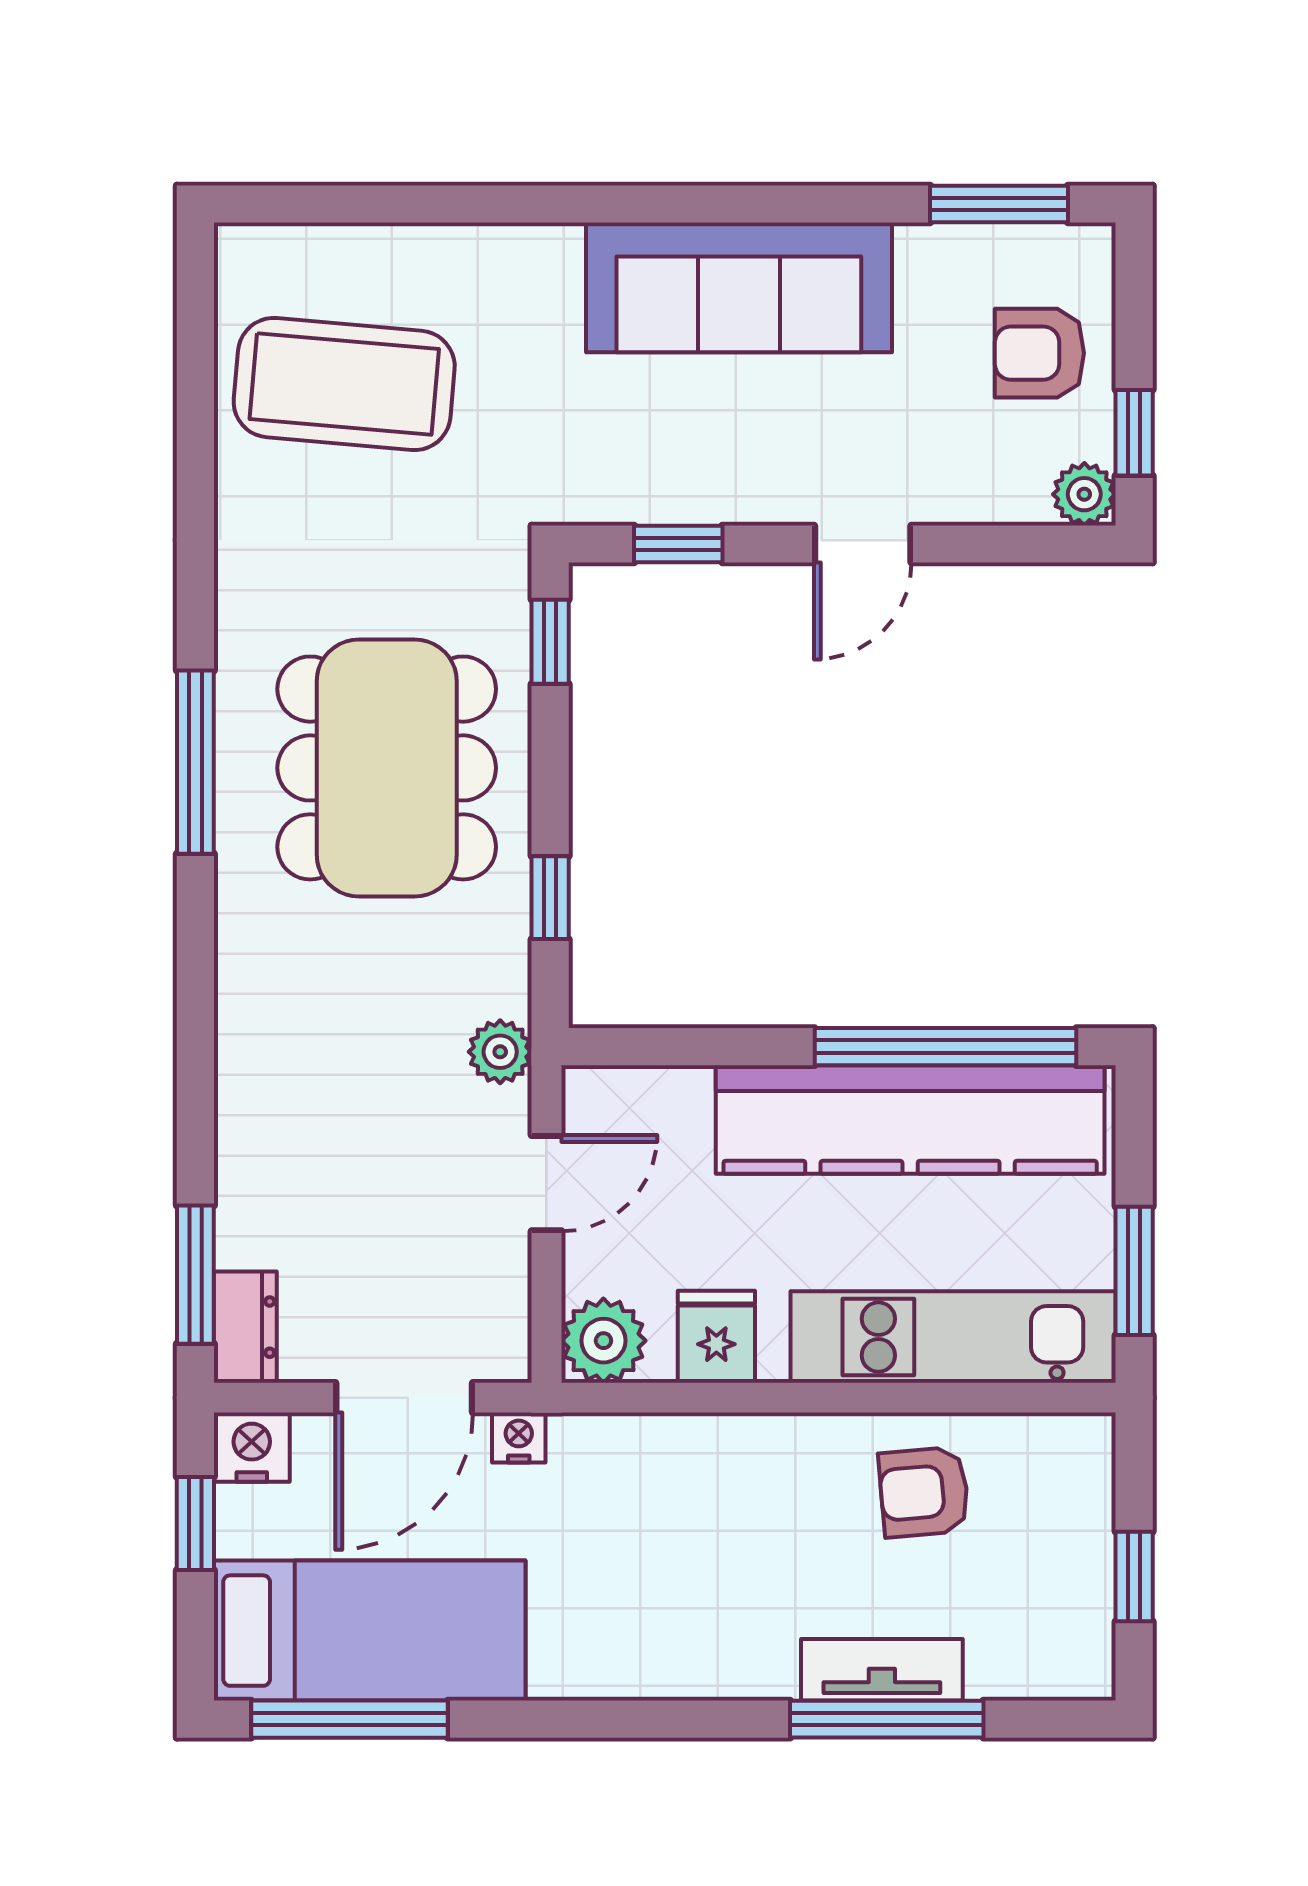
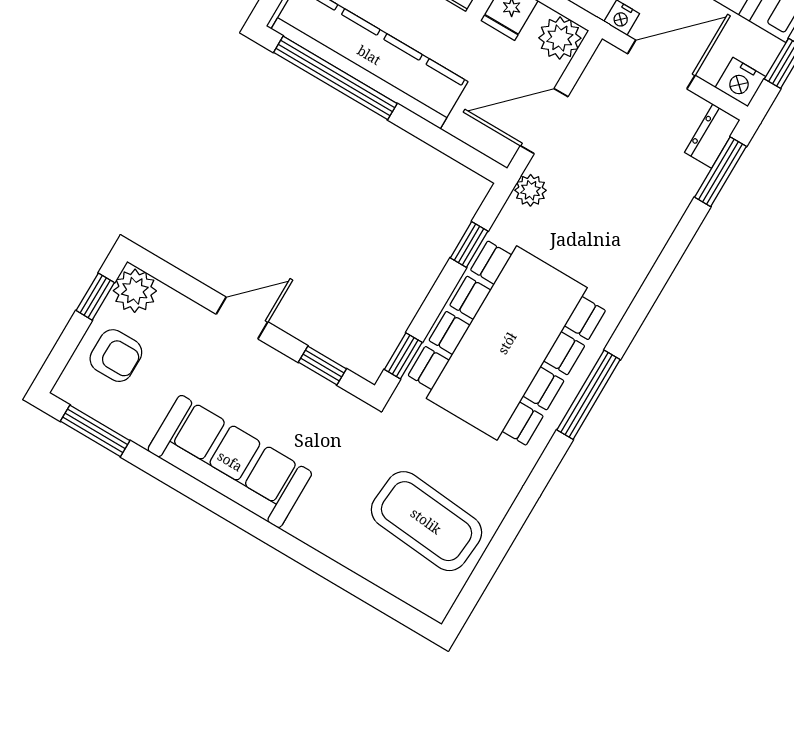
plant: (1084, 494) -> (135, 291), width x1.38, depth x1.38
dining table: (387, 768) -> (507, 343), width x1.36, depth x1.24
door: (546, 1183) -> (544, 121), width x1.38

